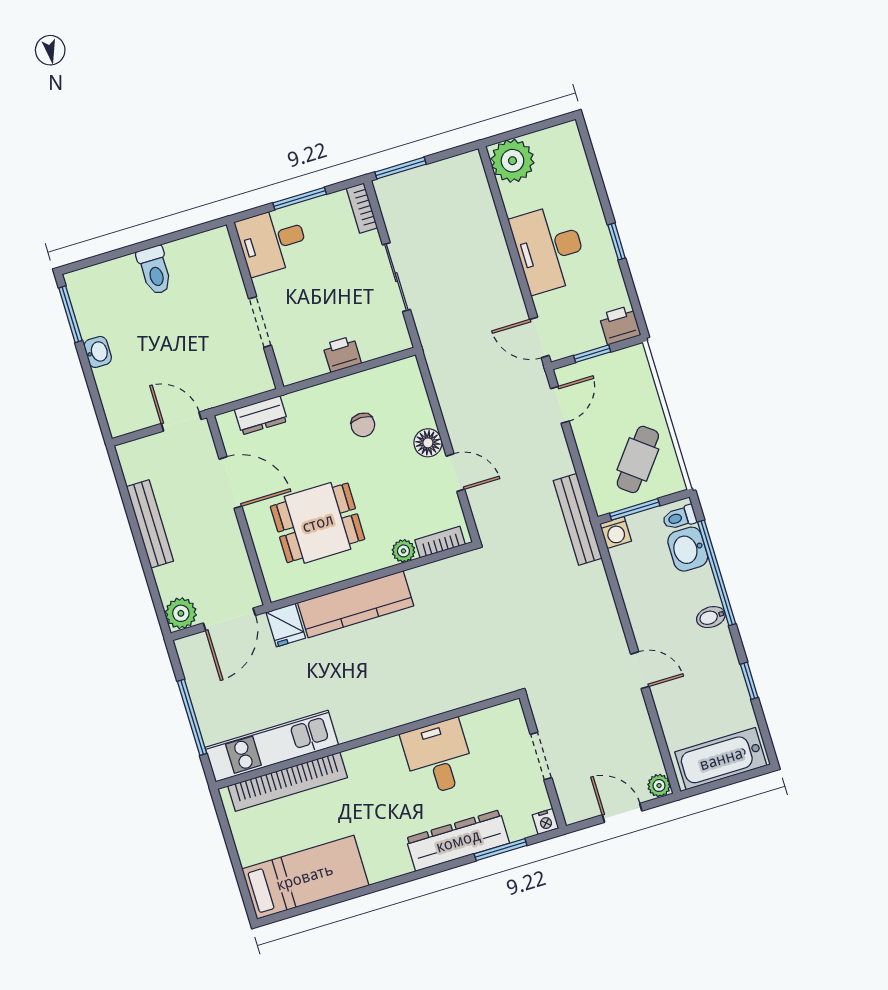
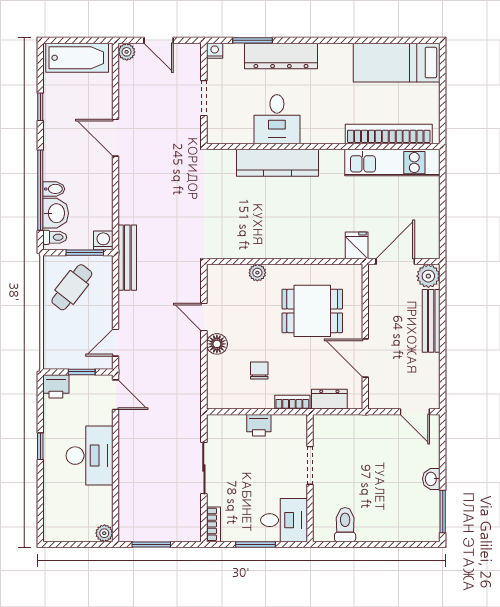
plant: (512, 161) -> (104, 533), width x0.53, depth x0.53
window: (400, 168) -> (151, 544), moved
toilet: (155, 270) -> (345, 525), moved
door: (181, 422) -> (415, 412), moved
bench: (150, 524) -> (431, 321), moved
bookcase: (440, 542) -> (292, 402), moved, turned 180
kitchen counter: (356, 604) -> (277, 163), moved, turned 180
bidet: (711, 617) -> (54, 189), moved
door: (640, 670) -> (115, 138), width x1.38
window: (192, 717) -> (443, 200), removed

